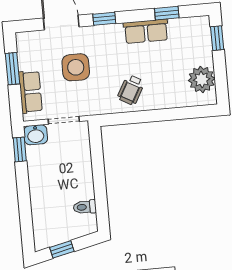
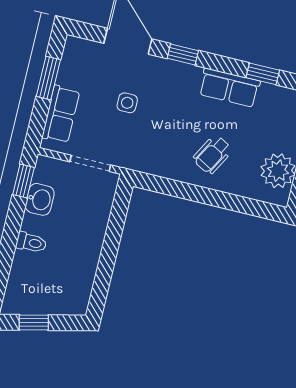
side table: (76, 67) -> (127, 103), width x0.54, depth x0.54
wheelchair: (131, 90) -> (213, 155), moved
washbasin: (36, 135) -> (40, 199), moved, turned -90
toilet: (85, 207) -> (31, 243), moved, turned 180

